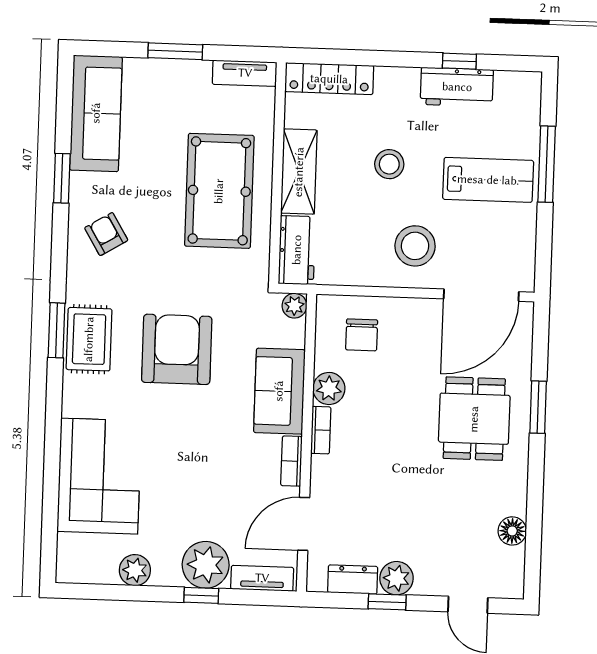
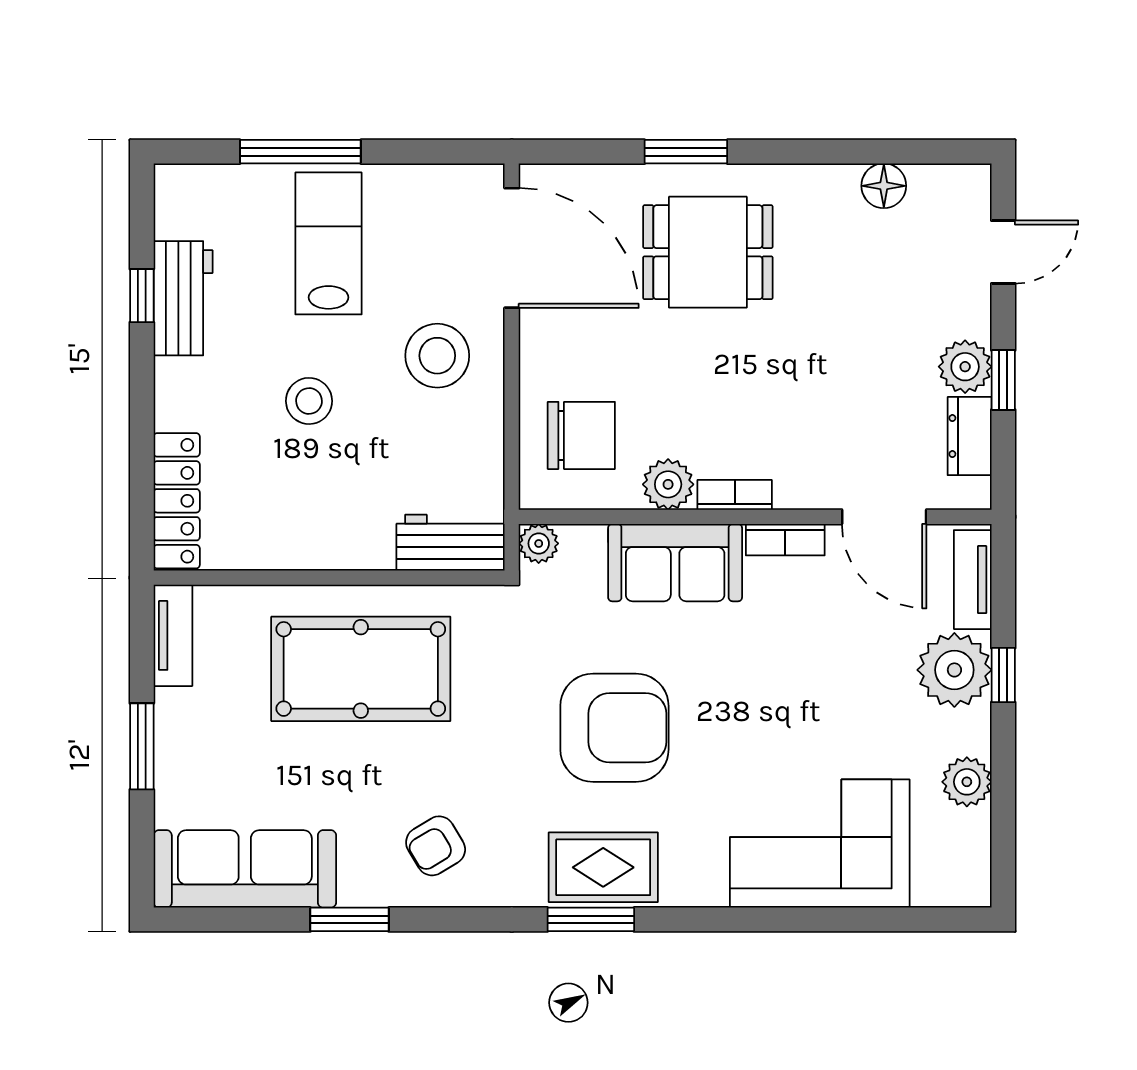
shelving: (299, 172) -> (326, 544), removed
chair: (362, 335) -> (581, 435), width x1.37, depth x1.37
armchair: (177, 349) -> (614, 728), turned 180

